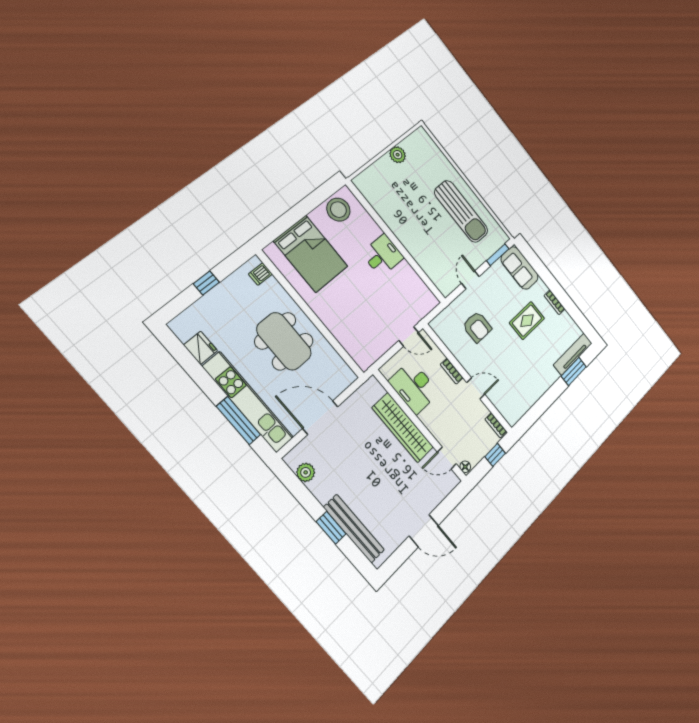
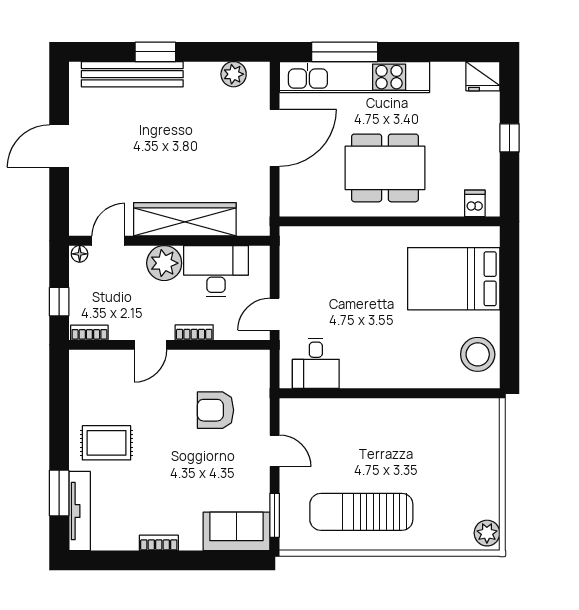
plant: (398, 155) -> (487, 533), moved
desk: (383, 255) -> (316, 363), moved
rug: (527, 321) -> (107, 443), moved, turned 90
fridge: (200, 348) -> (483, 76), moved
plant: (433, 418) -> (164, 263), added

